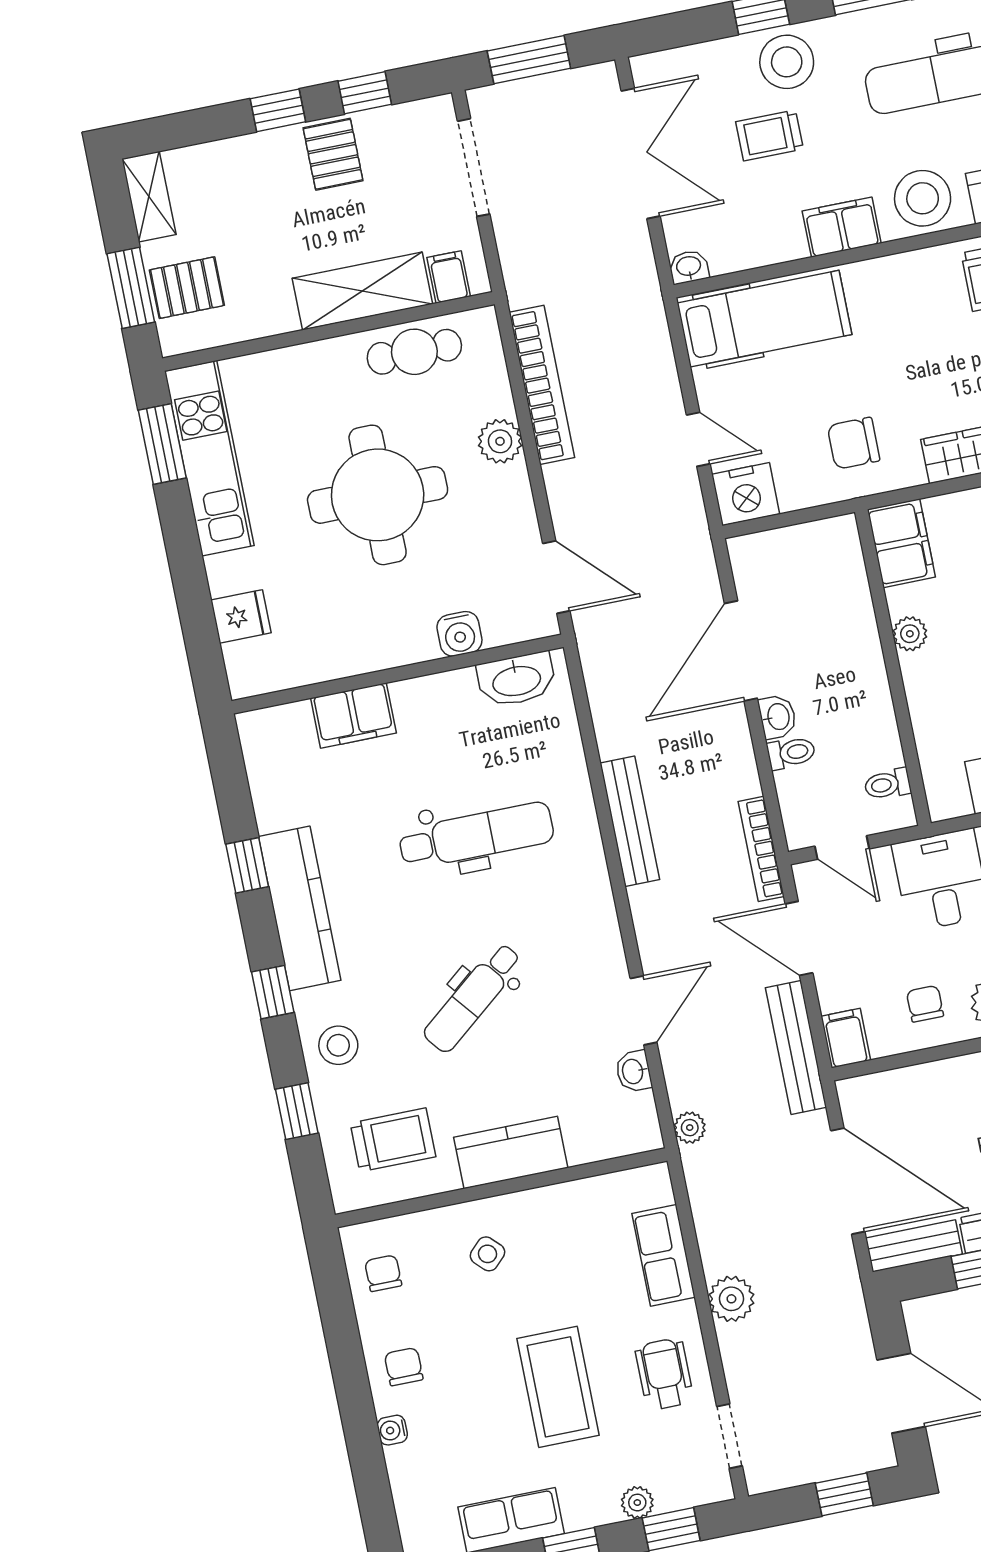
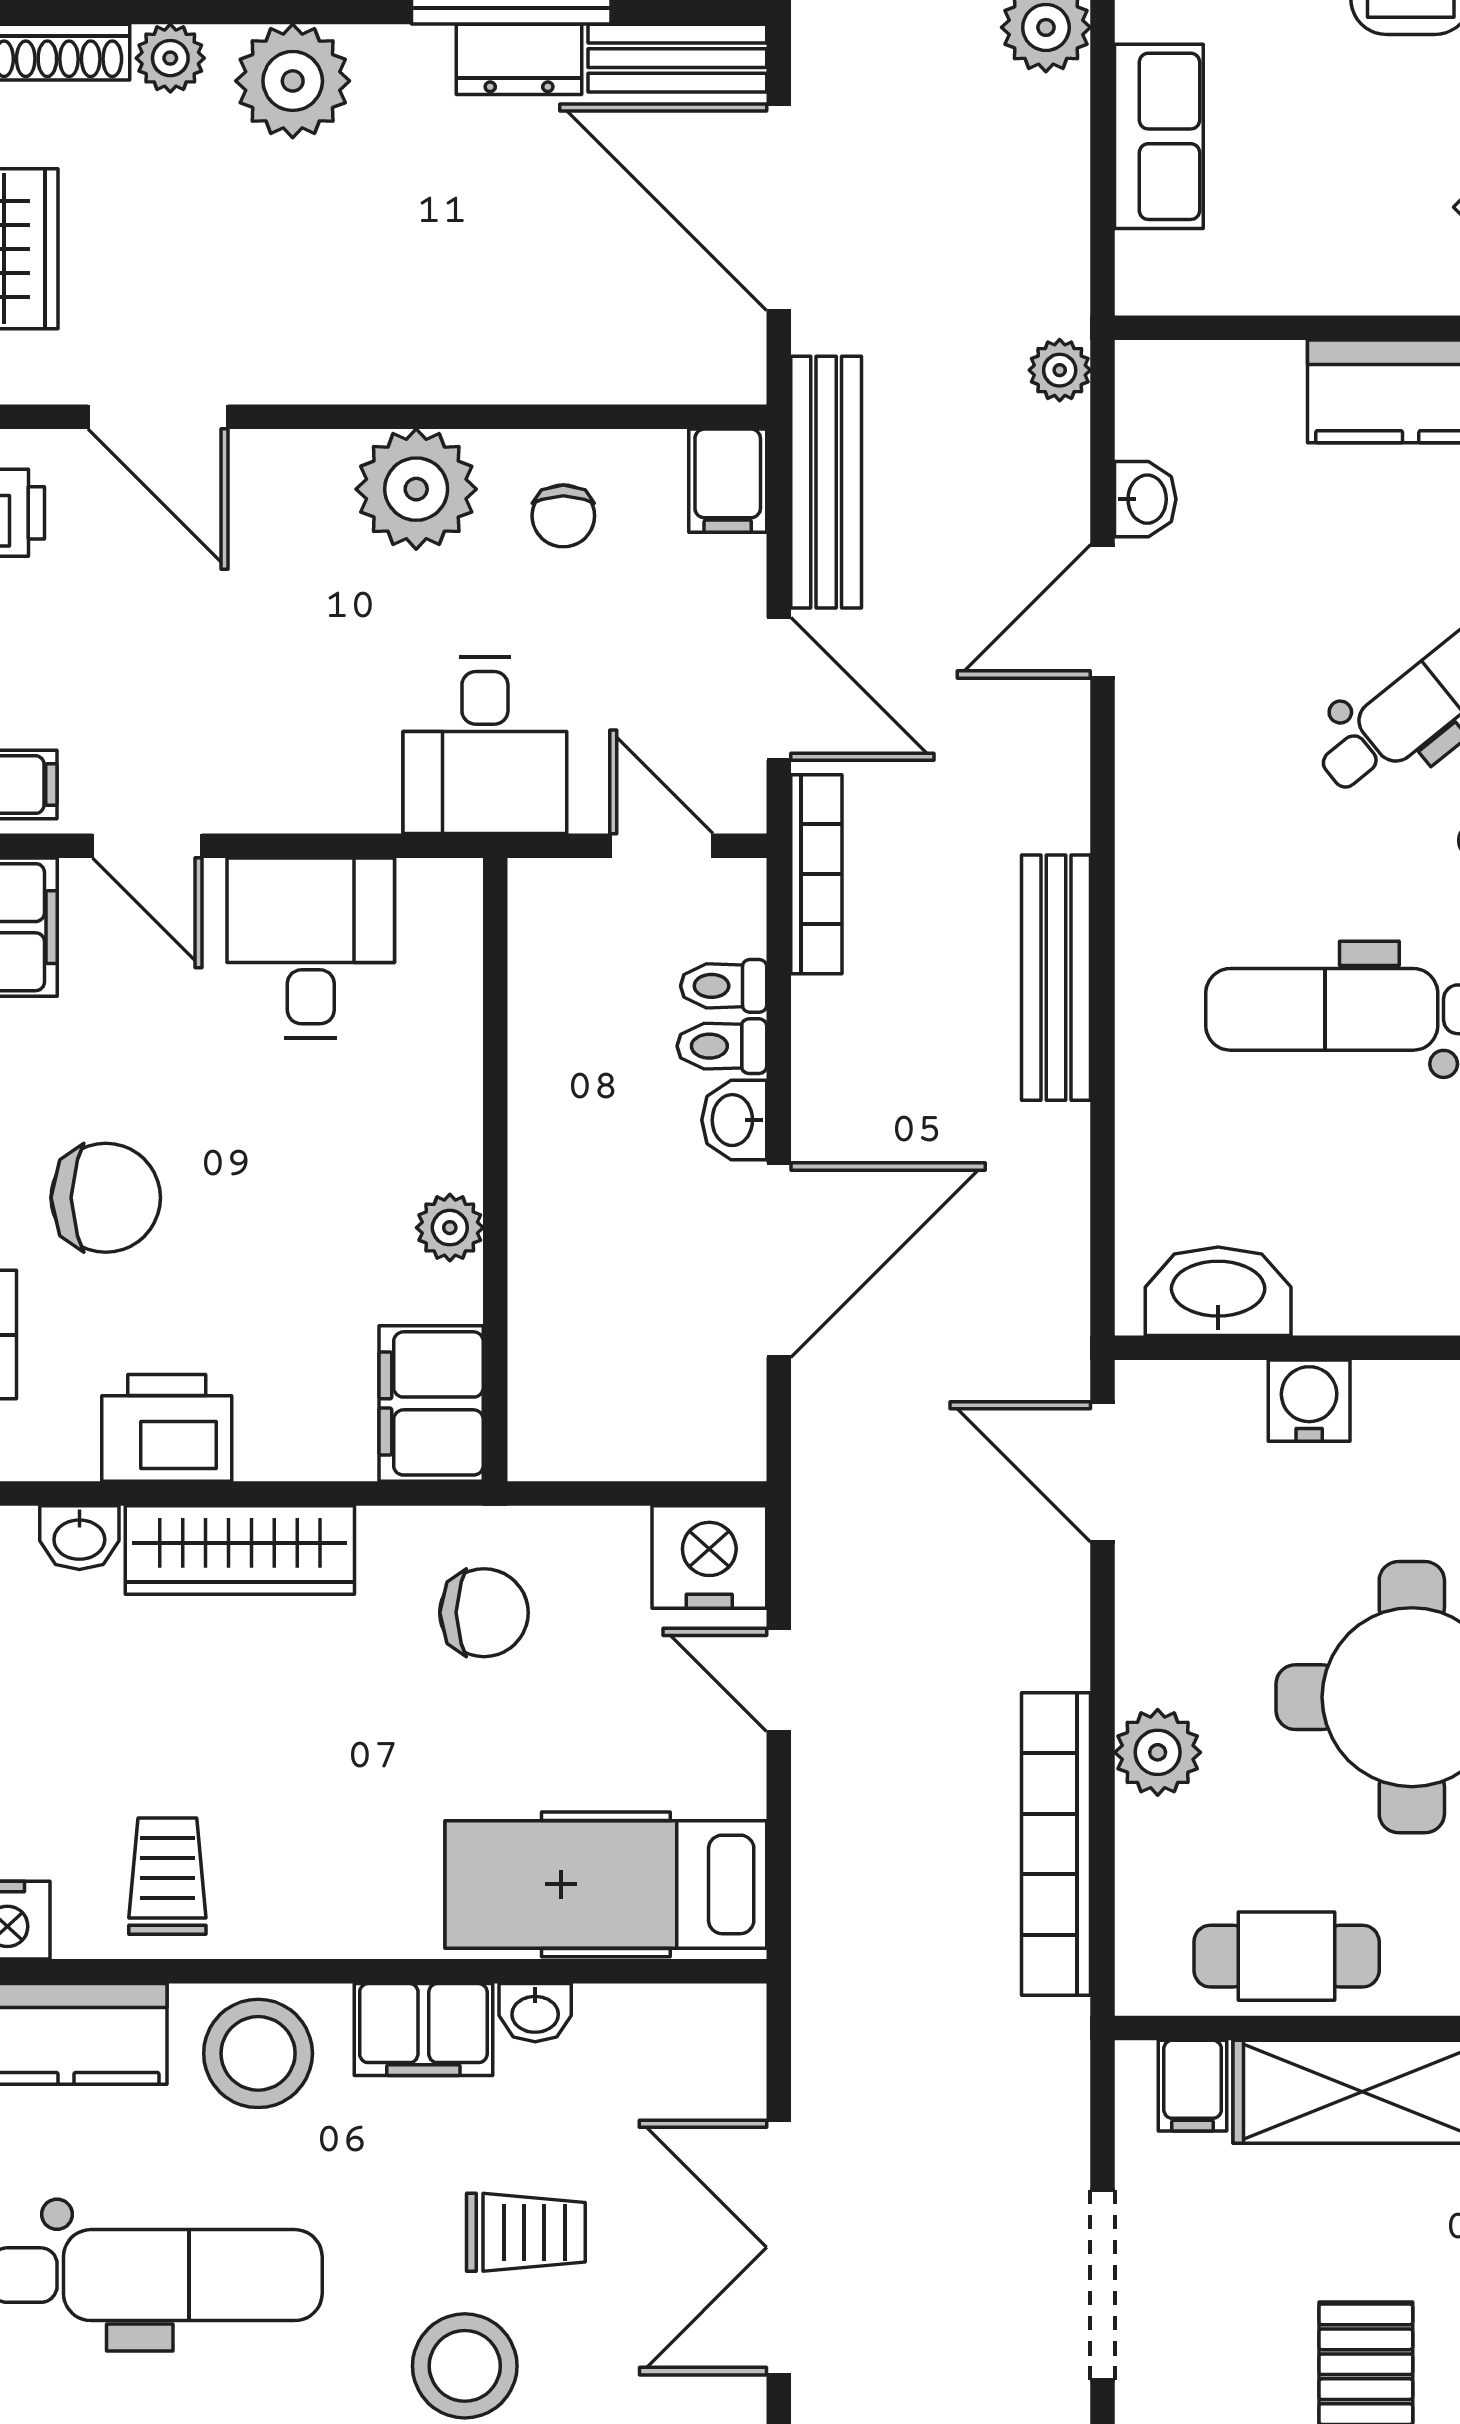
washbasin: (689, 267) -> (535, 2013), moved
toilet: (887, 784) -> (724, 986), moved, turned 180

